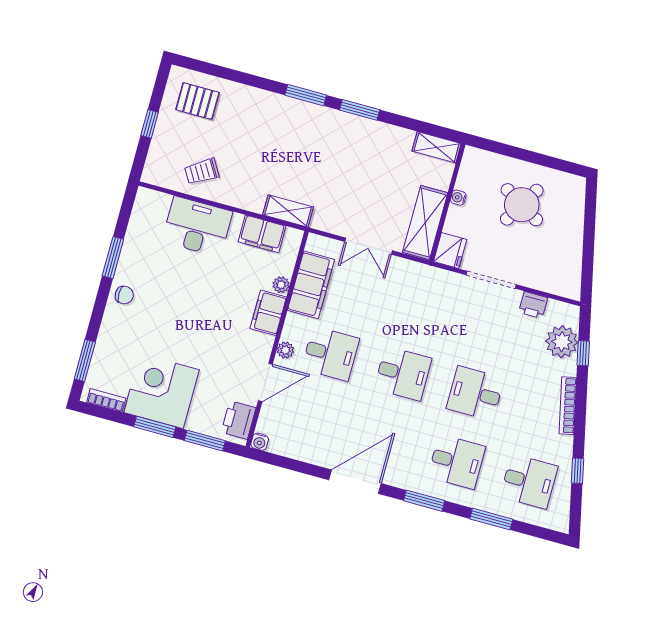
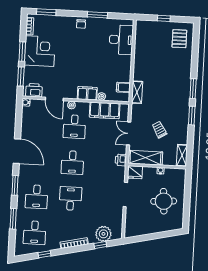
trolley: (202, 171) -> (159, 130), moved
round table: (522, 205) -> (164, 201), turned -35
desk: (197, 227) -> (121, 40), moved
filing cabinet: (262, 234) -> (123, 87), width x0.50
printer: (533, 305) -> (121, 160), moved

